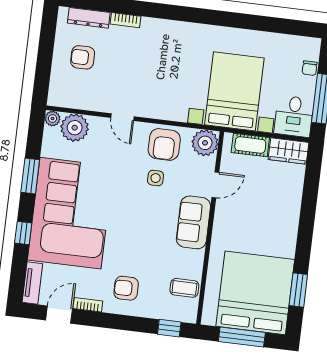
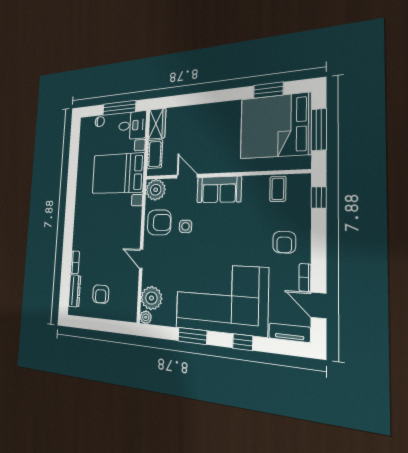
door: (122, 117) -> (141, 259), swing flipped

